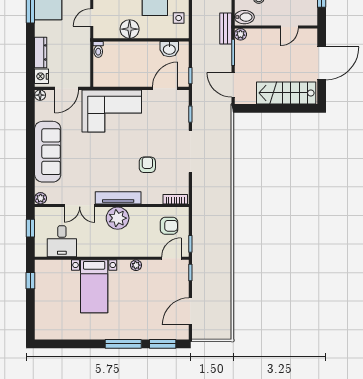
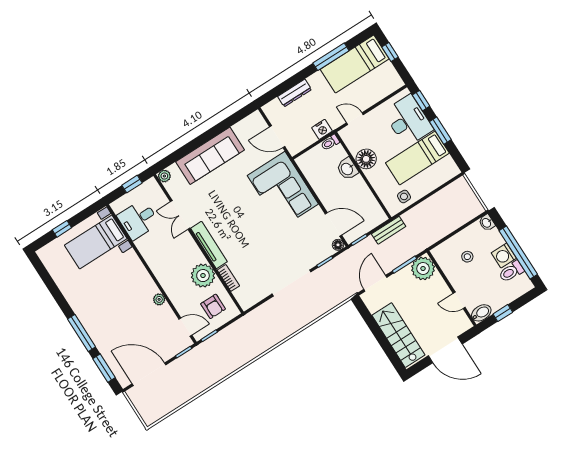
bidet: (244, 17) -> (481, 313), moved, turned -90
bench: (226, 29) -> (389, 230), moved
plant: (240, 34) -> (423, 268), width x1.88, depth x1.88
washbasin: (169, 49) -> (347, 169), moved
nightstand: (42, 76) -> (322, 129), moved, turned 180
floor lamp: (40, 95) -> (338, 245), moved
armchair: (147, 165) -> (255, 252), removed
bookcase: (175, 199) -> (228, 278), moved
plant: (118, 218) -> (203, 276), moved
window: (30, 281) -> (62, 229), moved
bed with nightstands: (94, 286) -> (96, 242), moved
door: (190, 311) -> (149, 374), width x1.36

